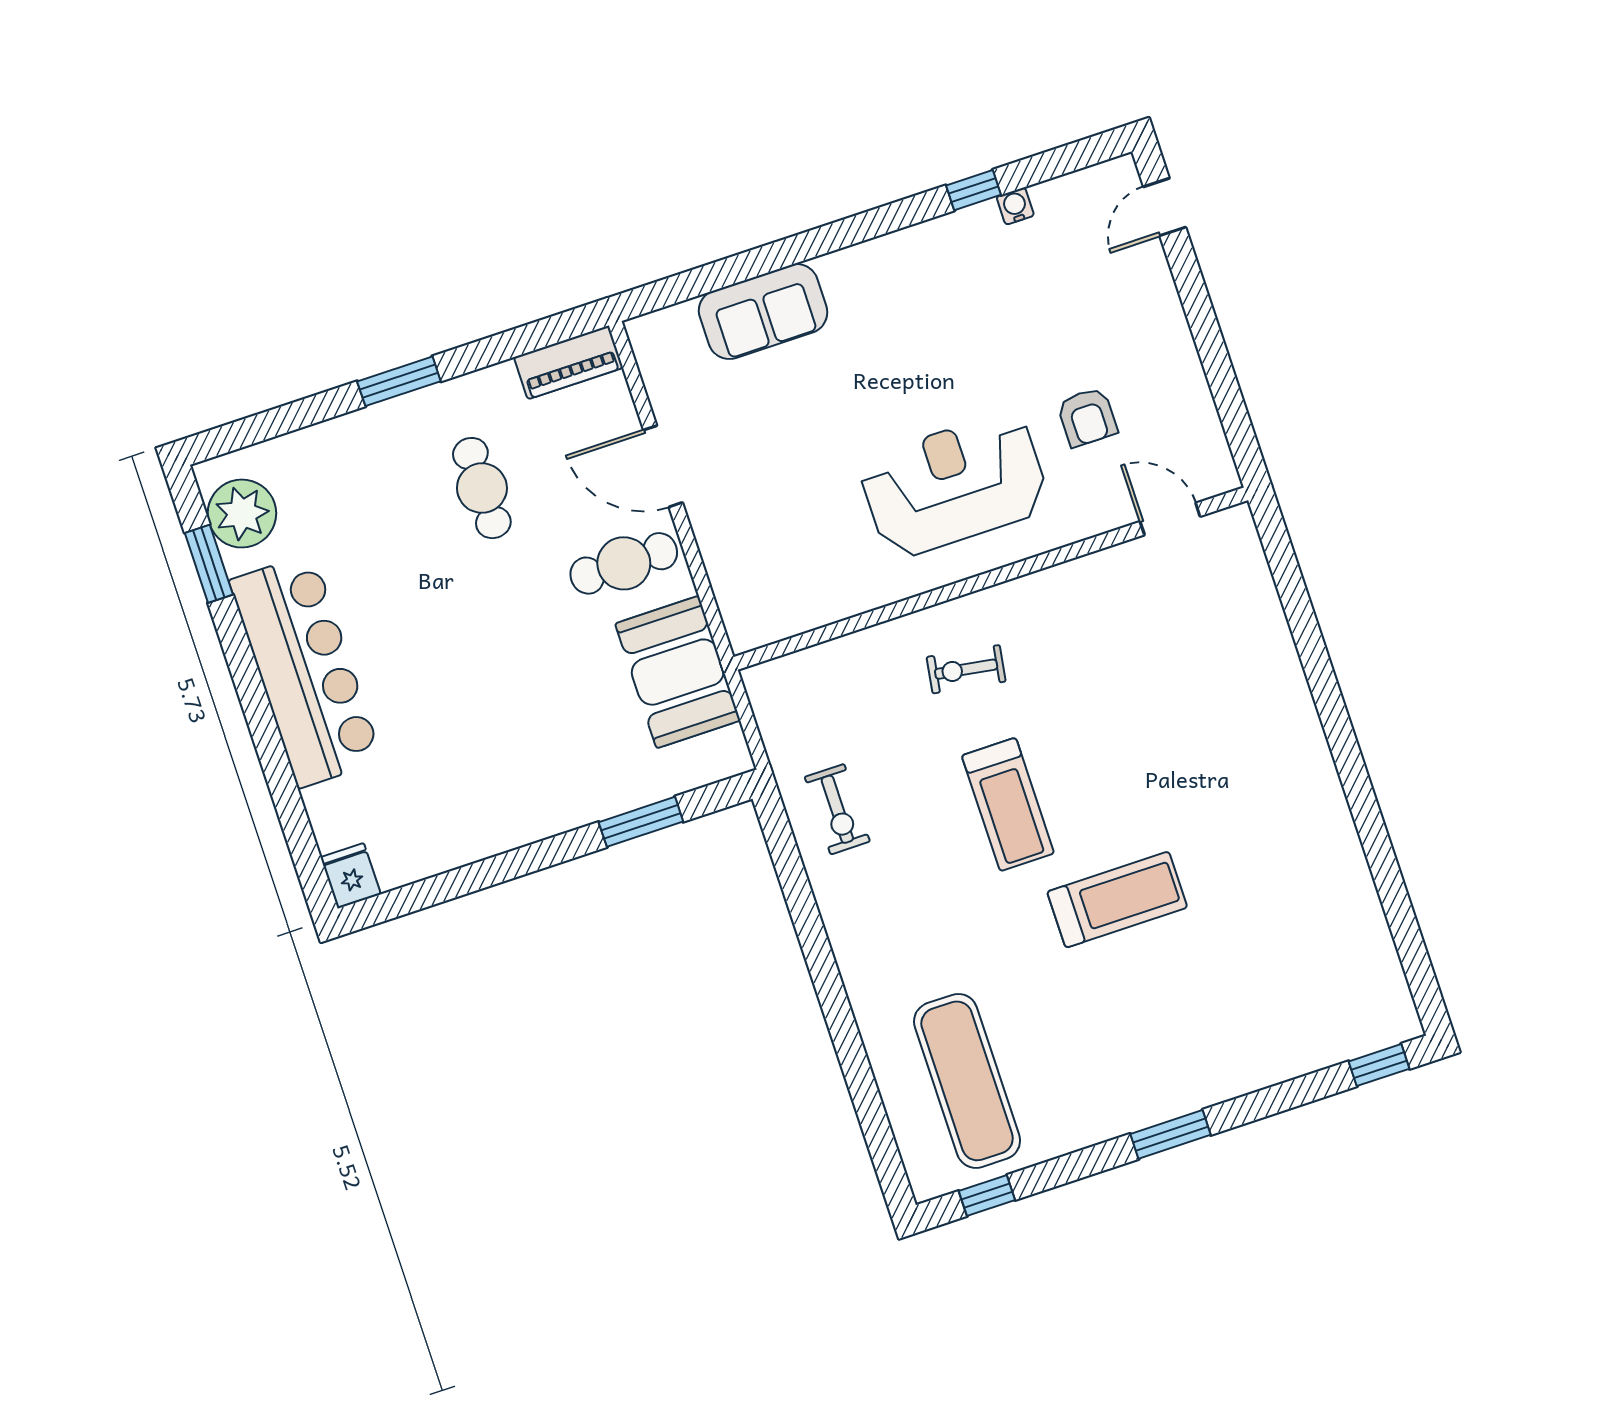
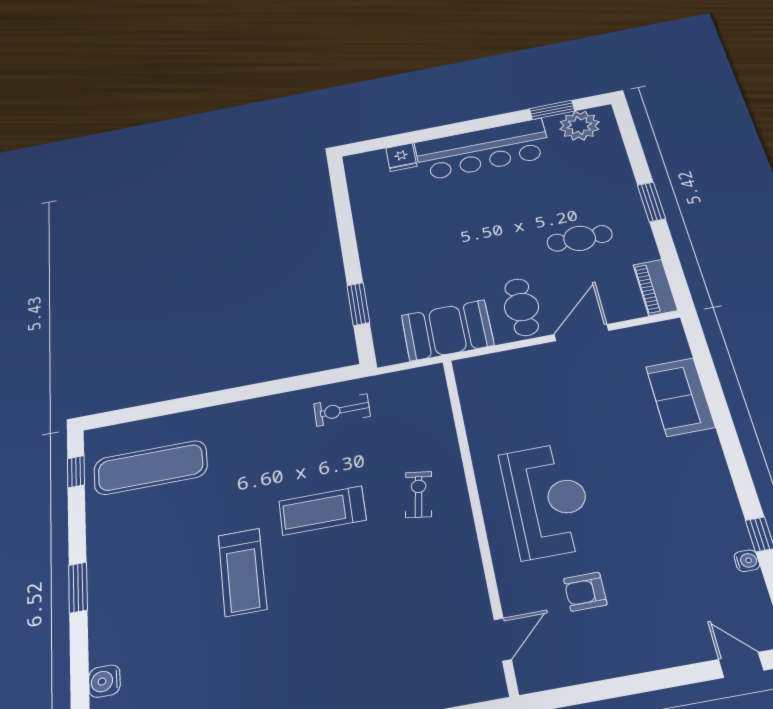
fridge: (351, 876) -> (401, 157), moved, turned 90
water cooler: (1301, 1054) -> (104, 681), added

